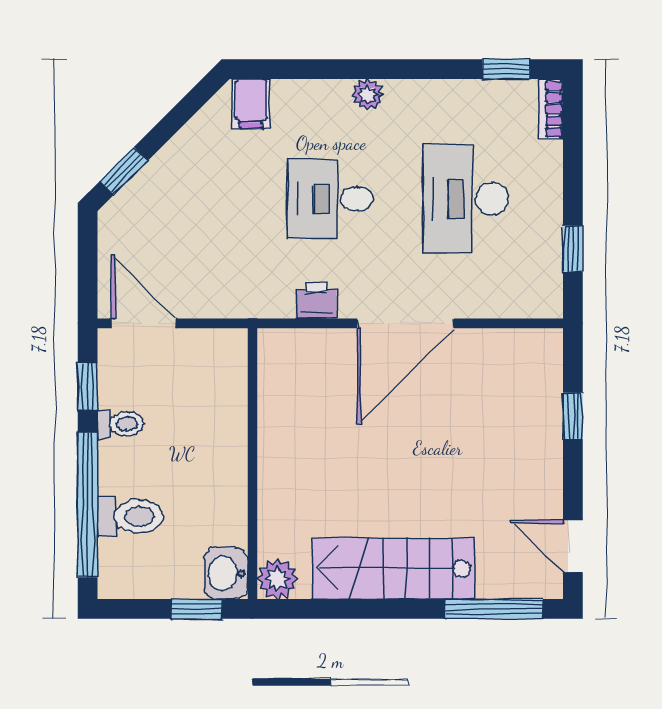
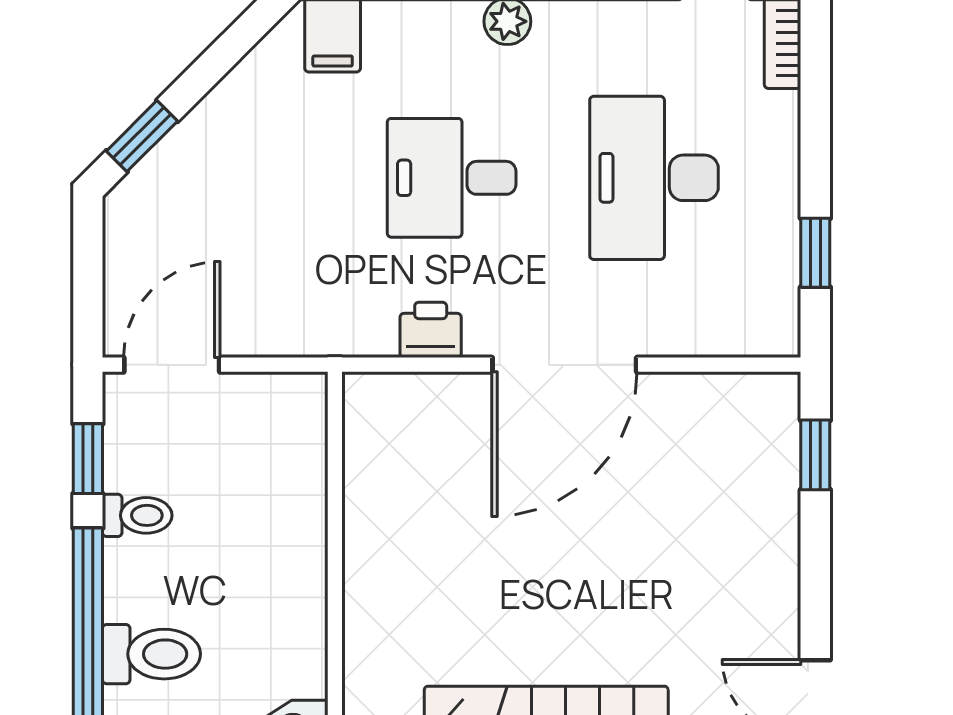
door: (144, 323) -> (172, 365), hinge flipped
window: (573, 416) -> (815, 455), moved

